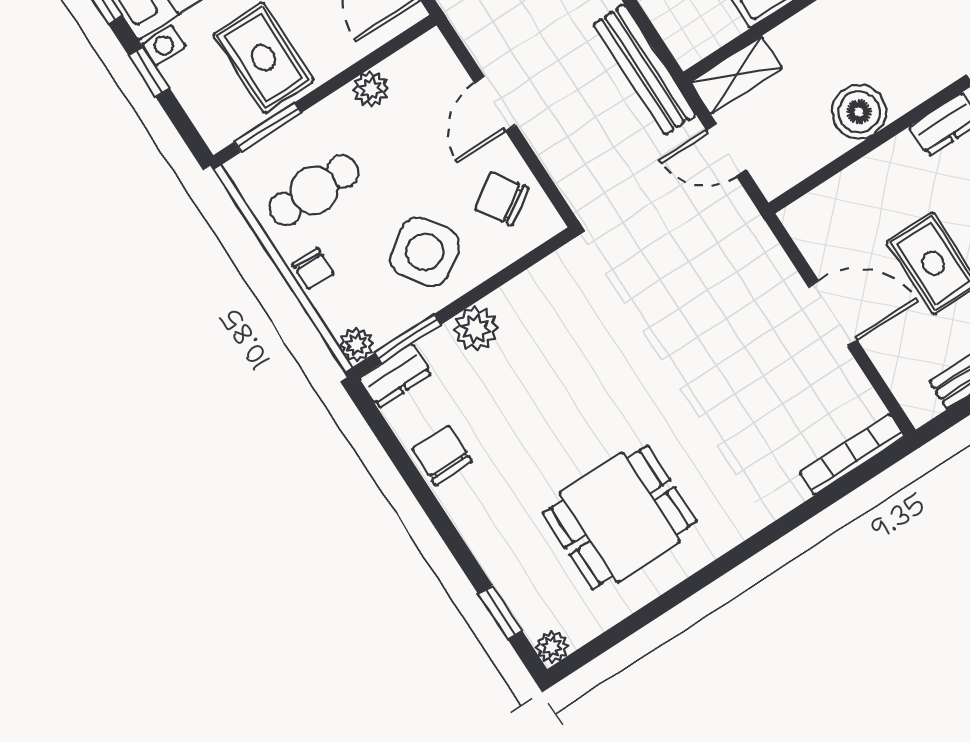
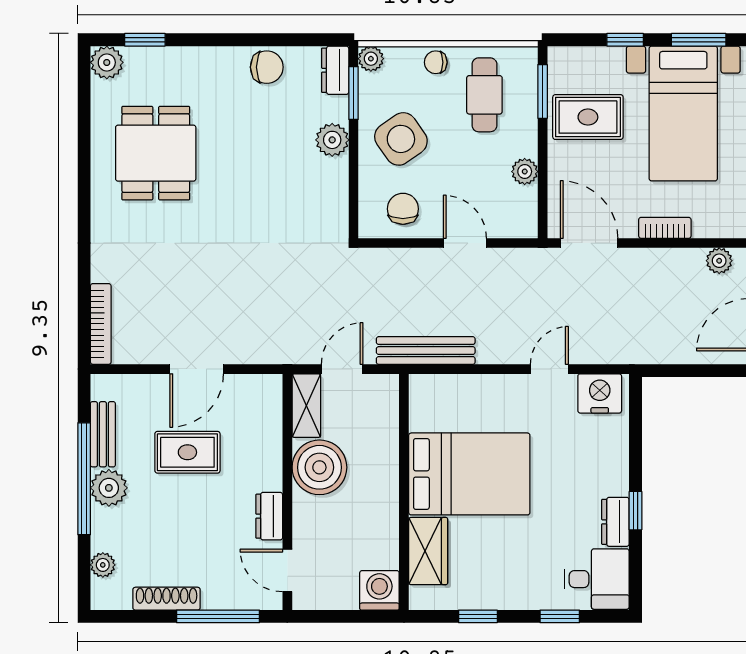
shelving: (736, 75) -> (306, 406), moved
boiler: (859, 112) -> (319, 467), width x1.37, depth x1.37
chair: (502, 199) -> (403, 209), turned -56
plant: (552, 647) -> (107, 62), width x1.38, depth x1.38

